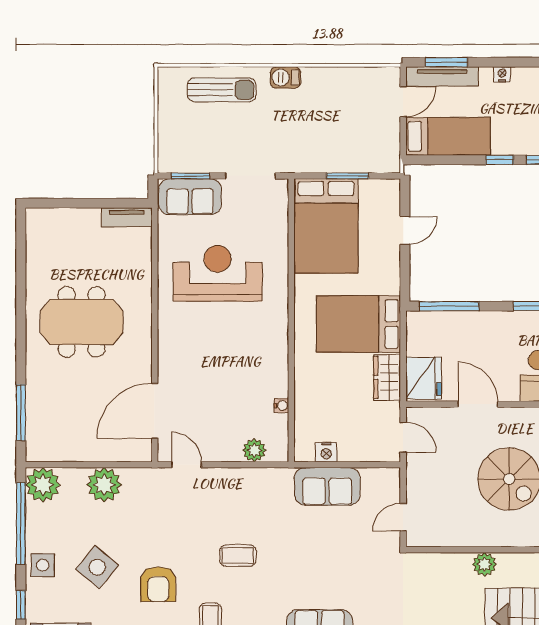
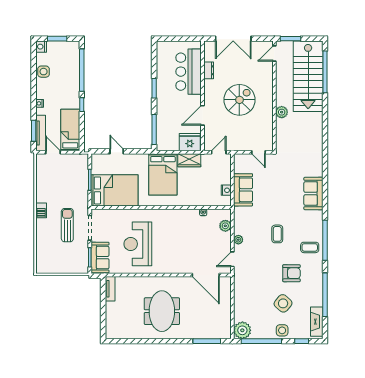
sun lounger: (222, 90) -> (67, 225), moved
plant: (104, 485) -> (238, 240), moved, width x0.53, depth x0.53

